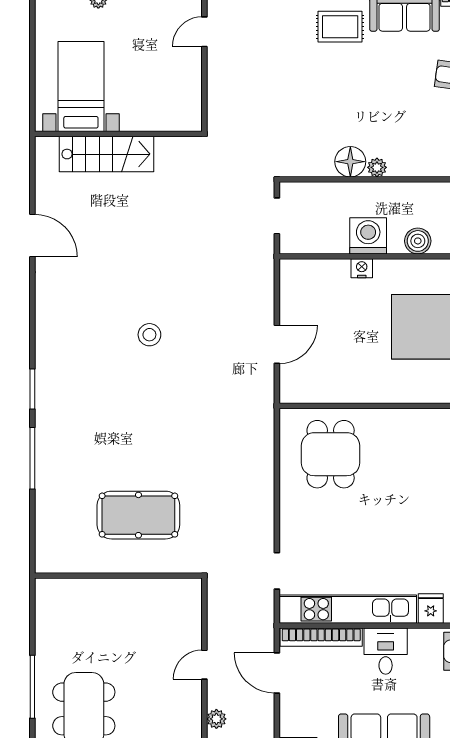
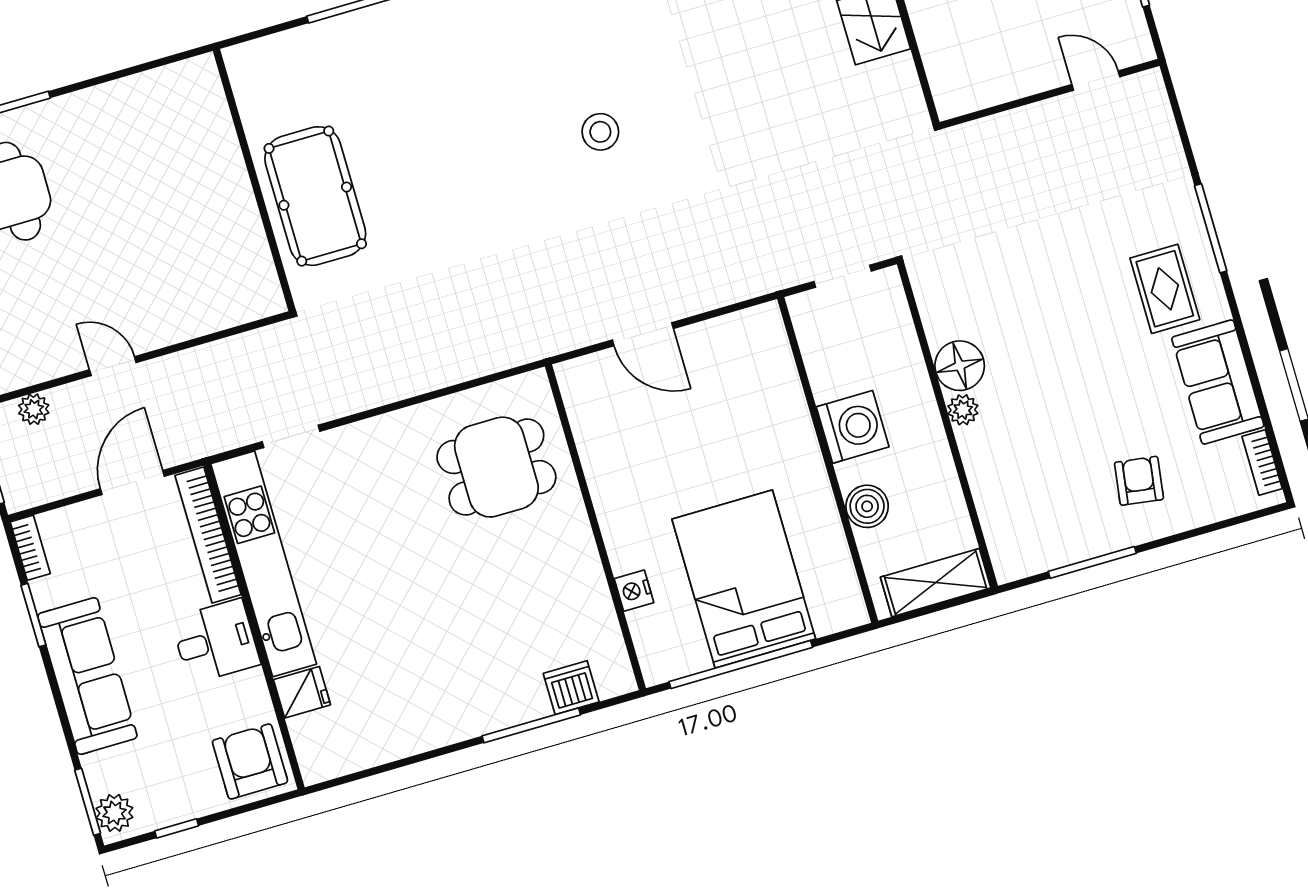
nightstand: (362, 268) -> (634, 591), moved, turned 180
wall: (118, 576) -> (254, 180), moved

